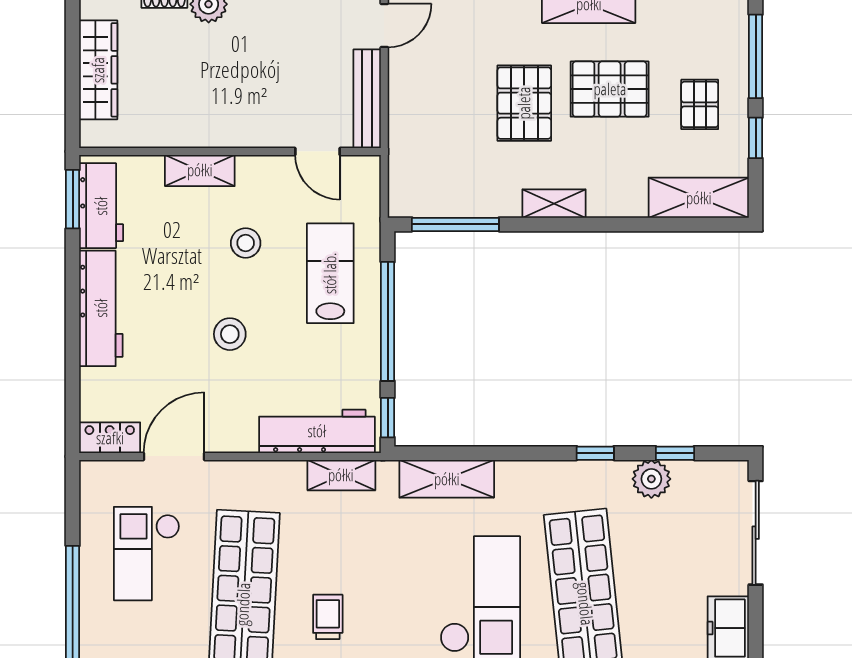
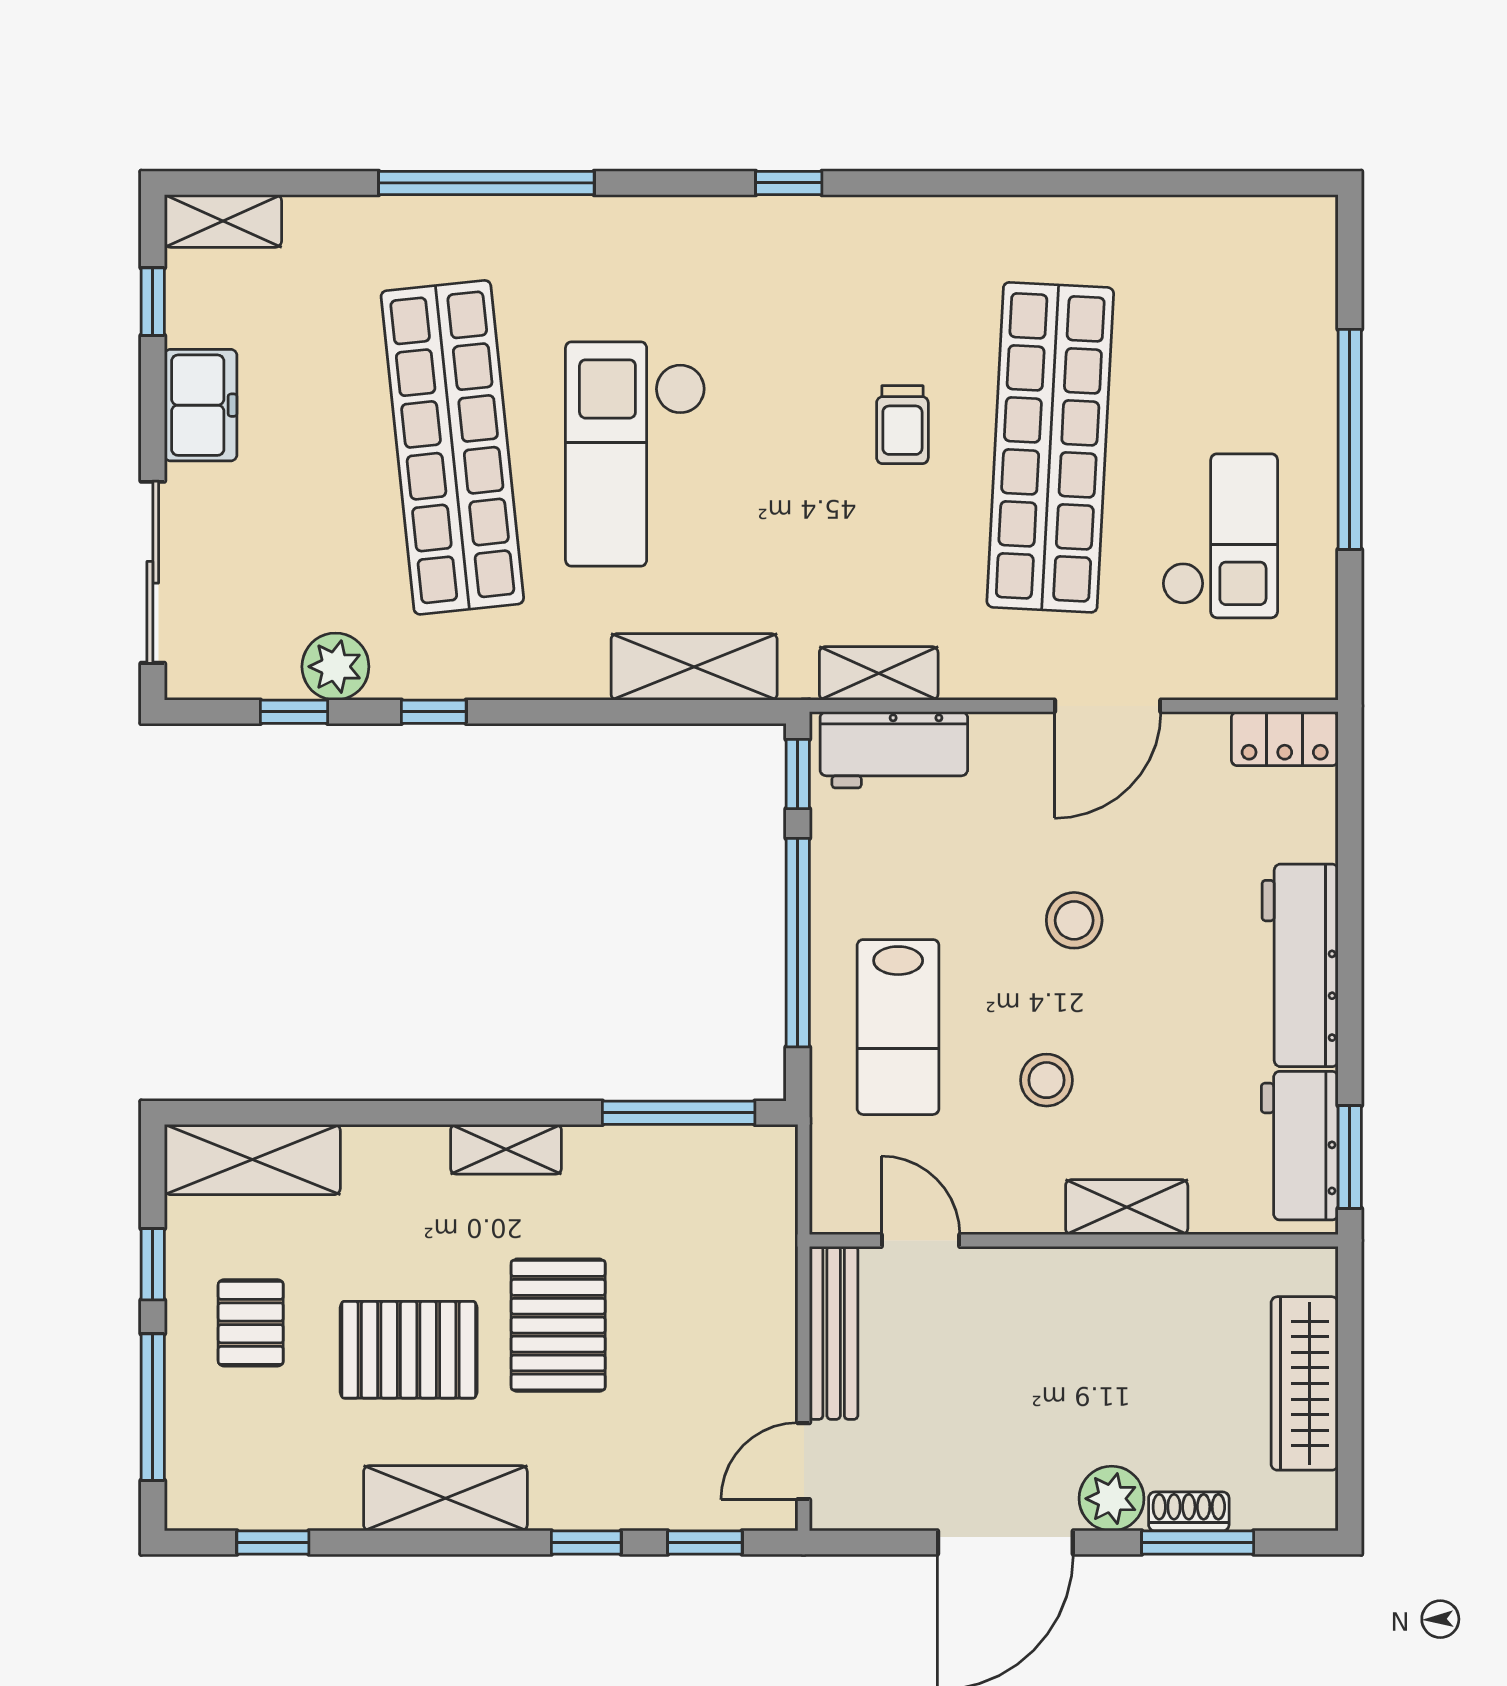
workbench: (317, 431) -> (894, 750), width x0.73
door: (174, 456) -> (1108, 706), moved

